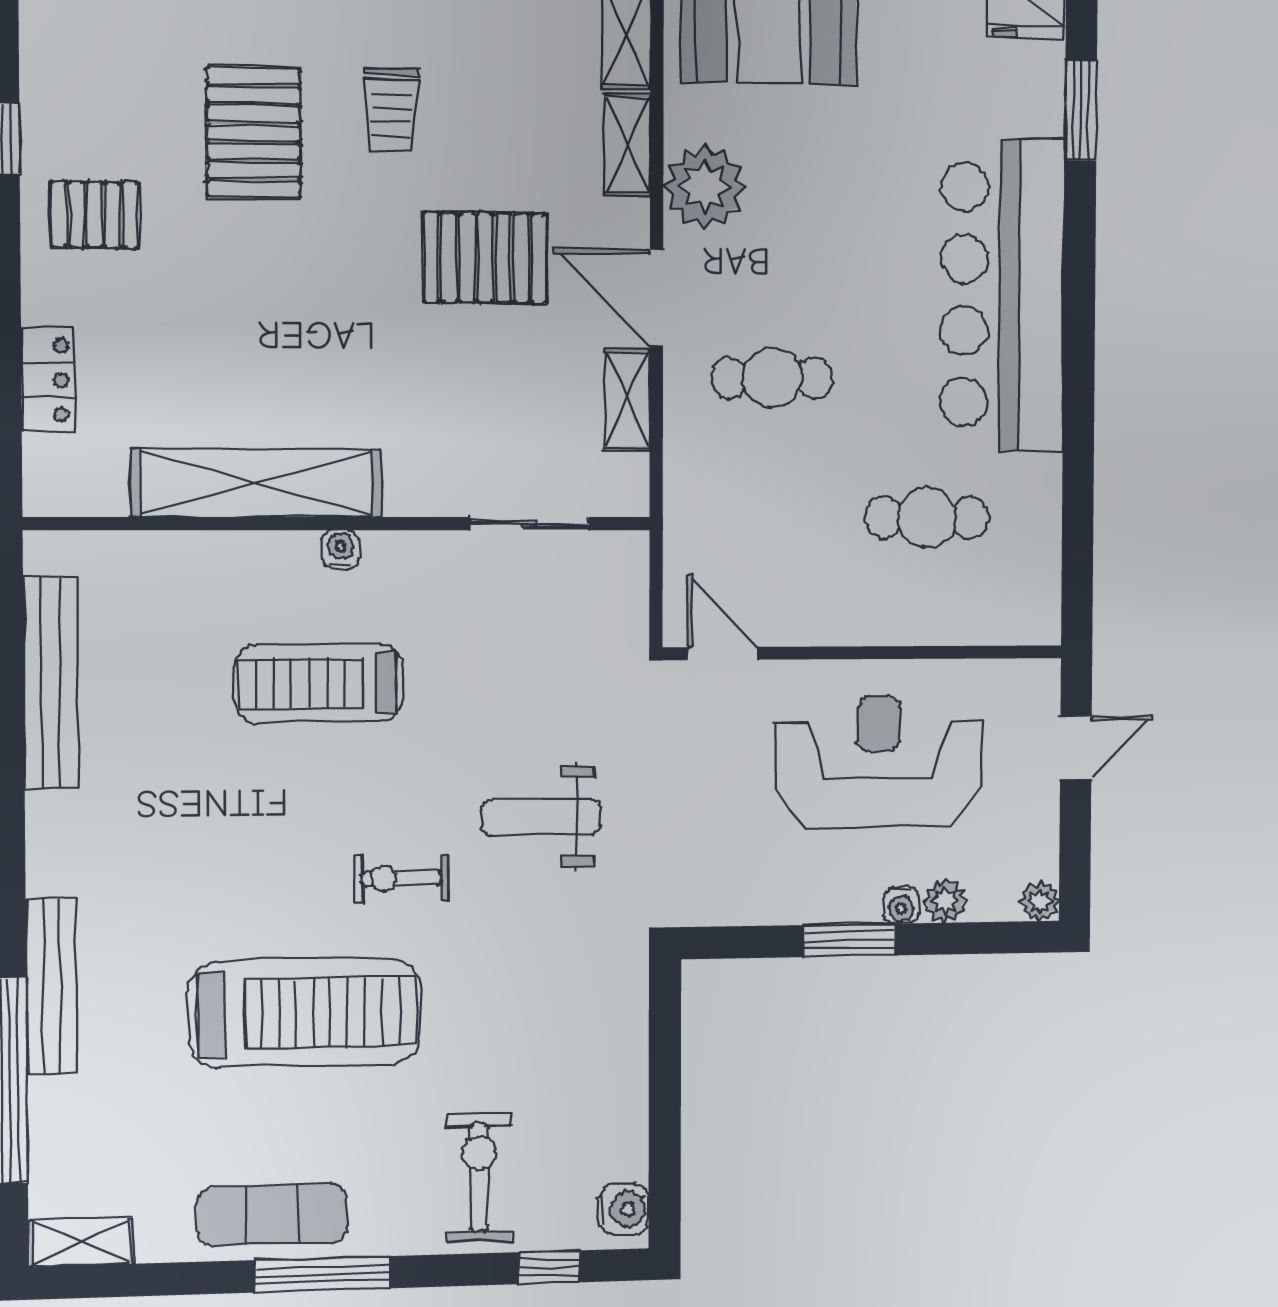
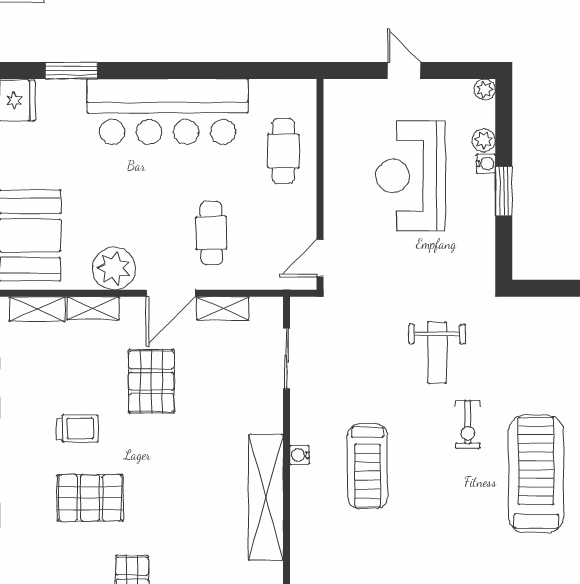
door: (723, 653) -> (320, 258), moved
wall: (863, 653) -> (320, 184), moved

